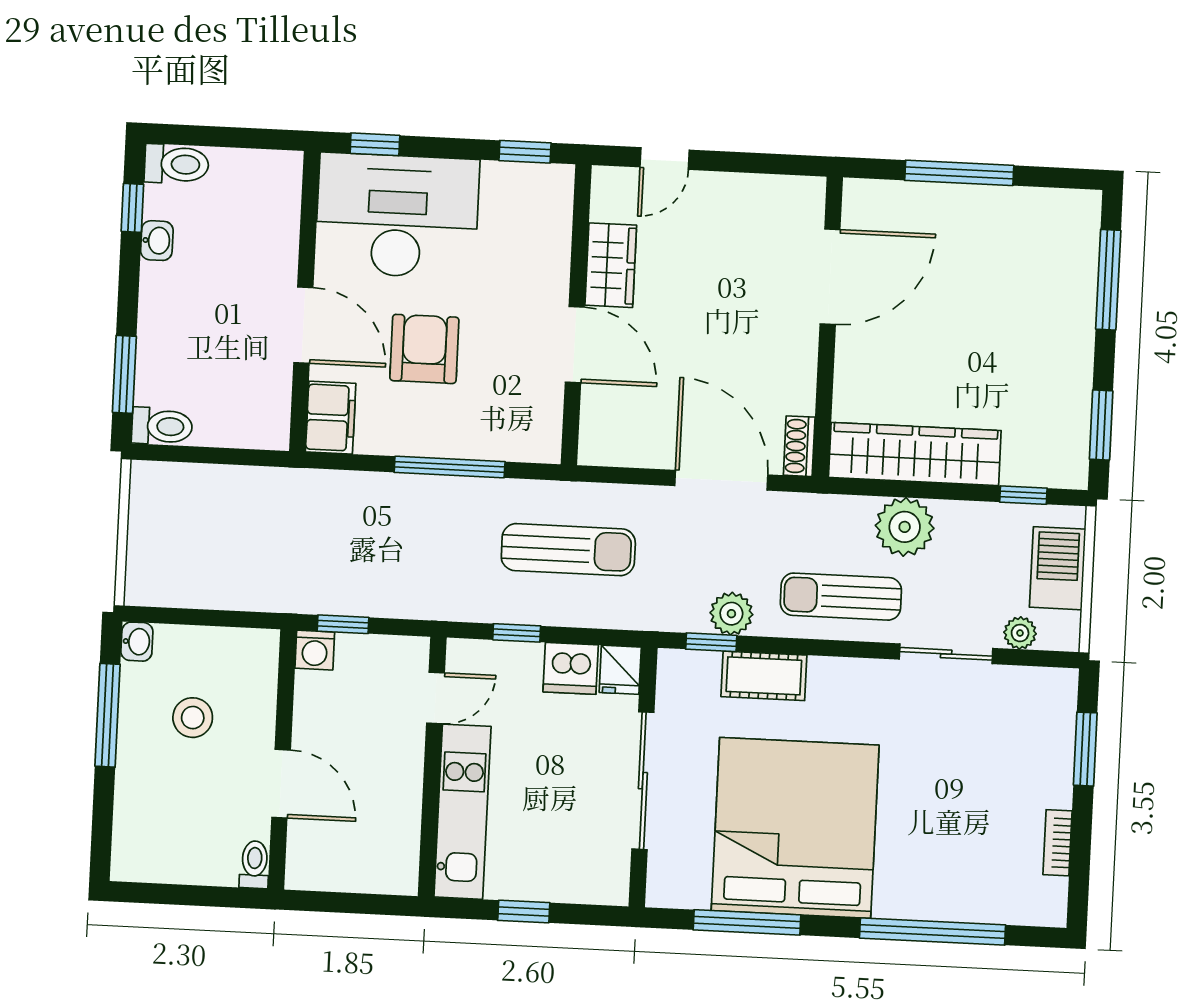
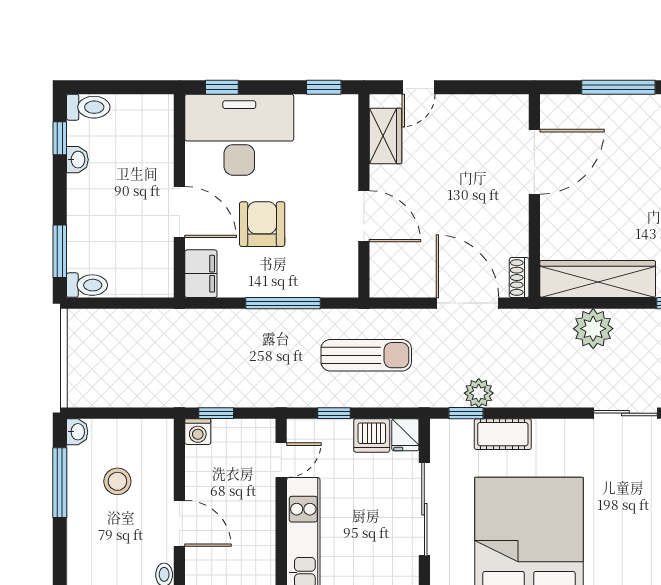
wardrobe: (611, 265) -> (386, 136), moved
sun lounger: (841, 597) -> (552, 378), removed

